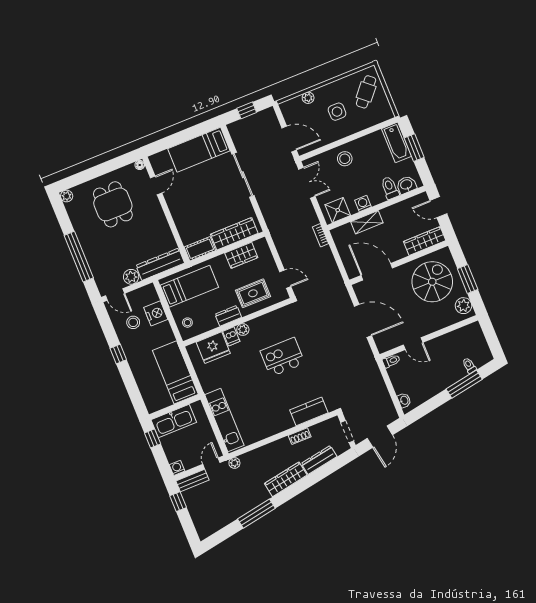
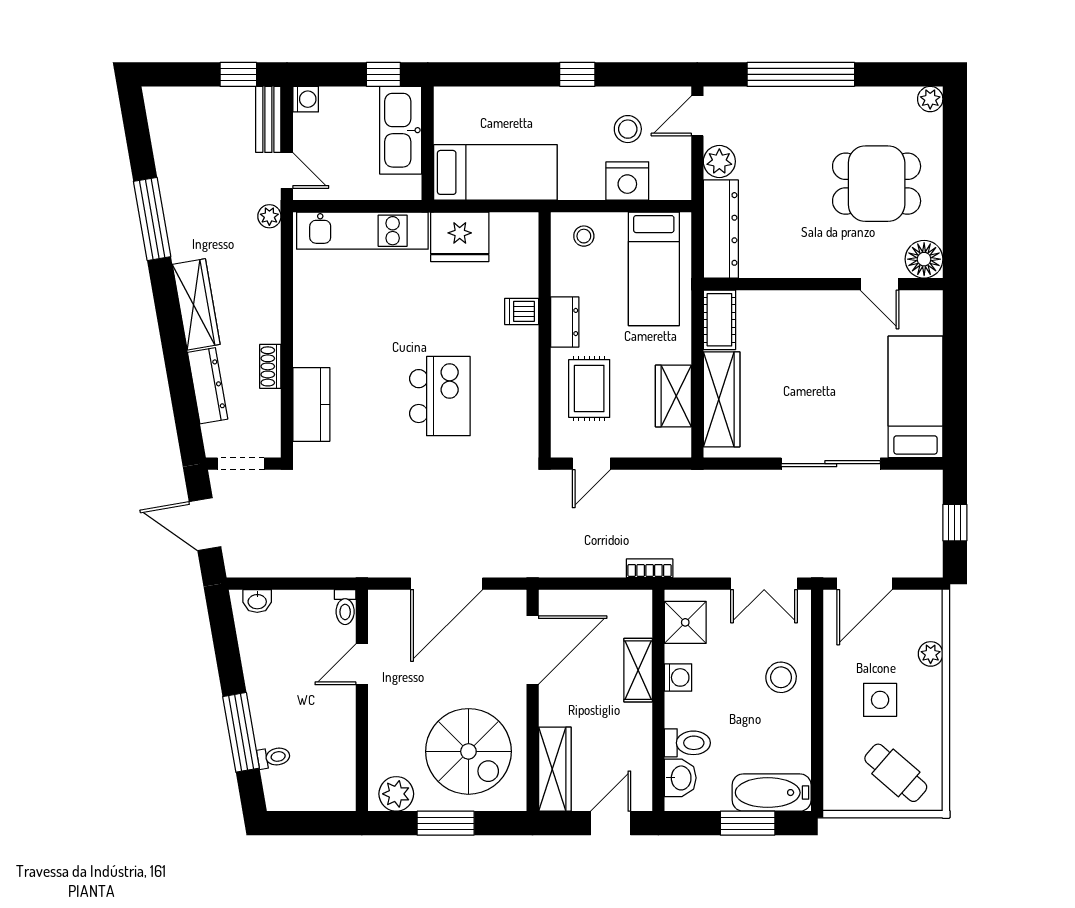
floor lamp: (140, 165) -> (924, 259), width x1.89, depth x1.89
plant: (243, 330) -> (526, 340), removed
fridge: (213, 348) -> (460, 237), moved, turned -90

